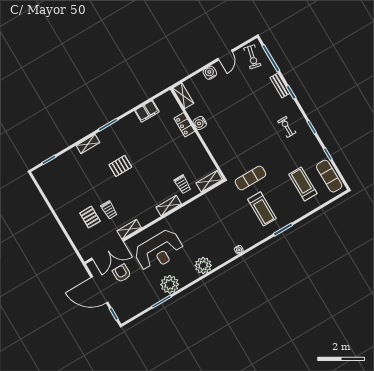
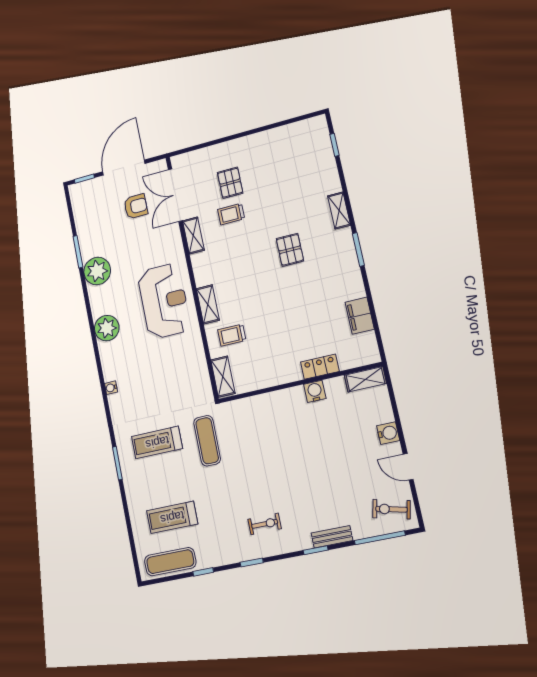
treadmill: (303, 184) -> (172, 517), turned 180
pallet: (90, 217) -> (230, 183), turned 90
reception desk: (159, 251) -> (164, 301), moved, turned 180

